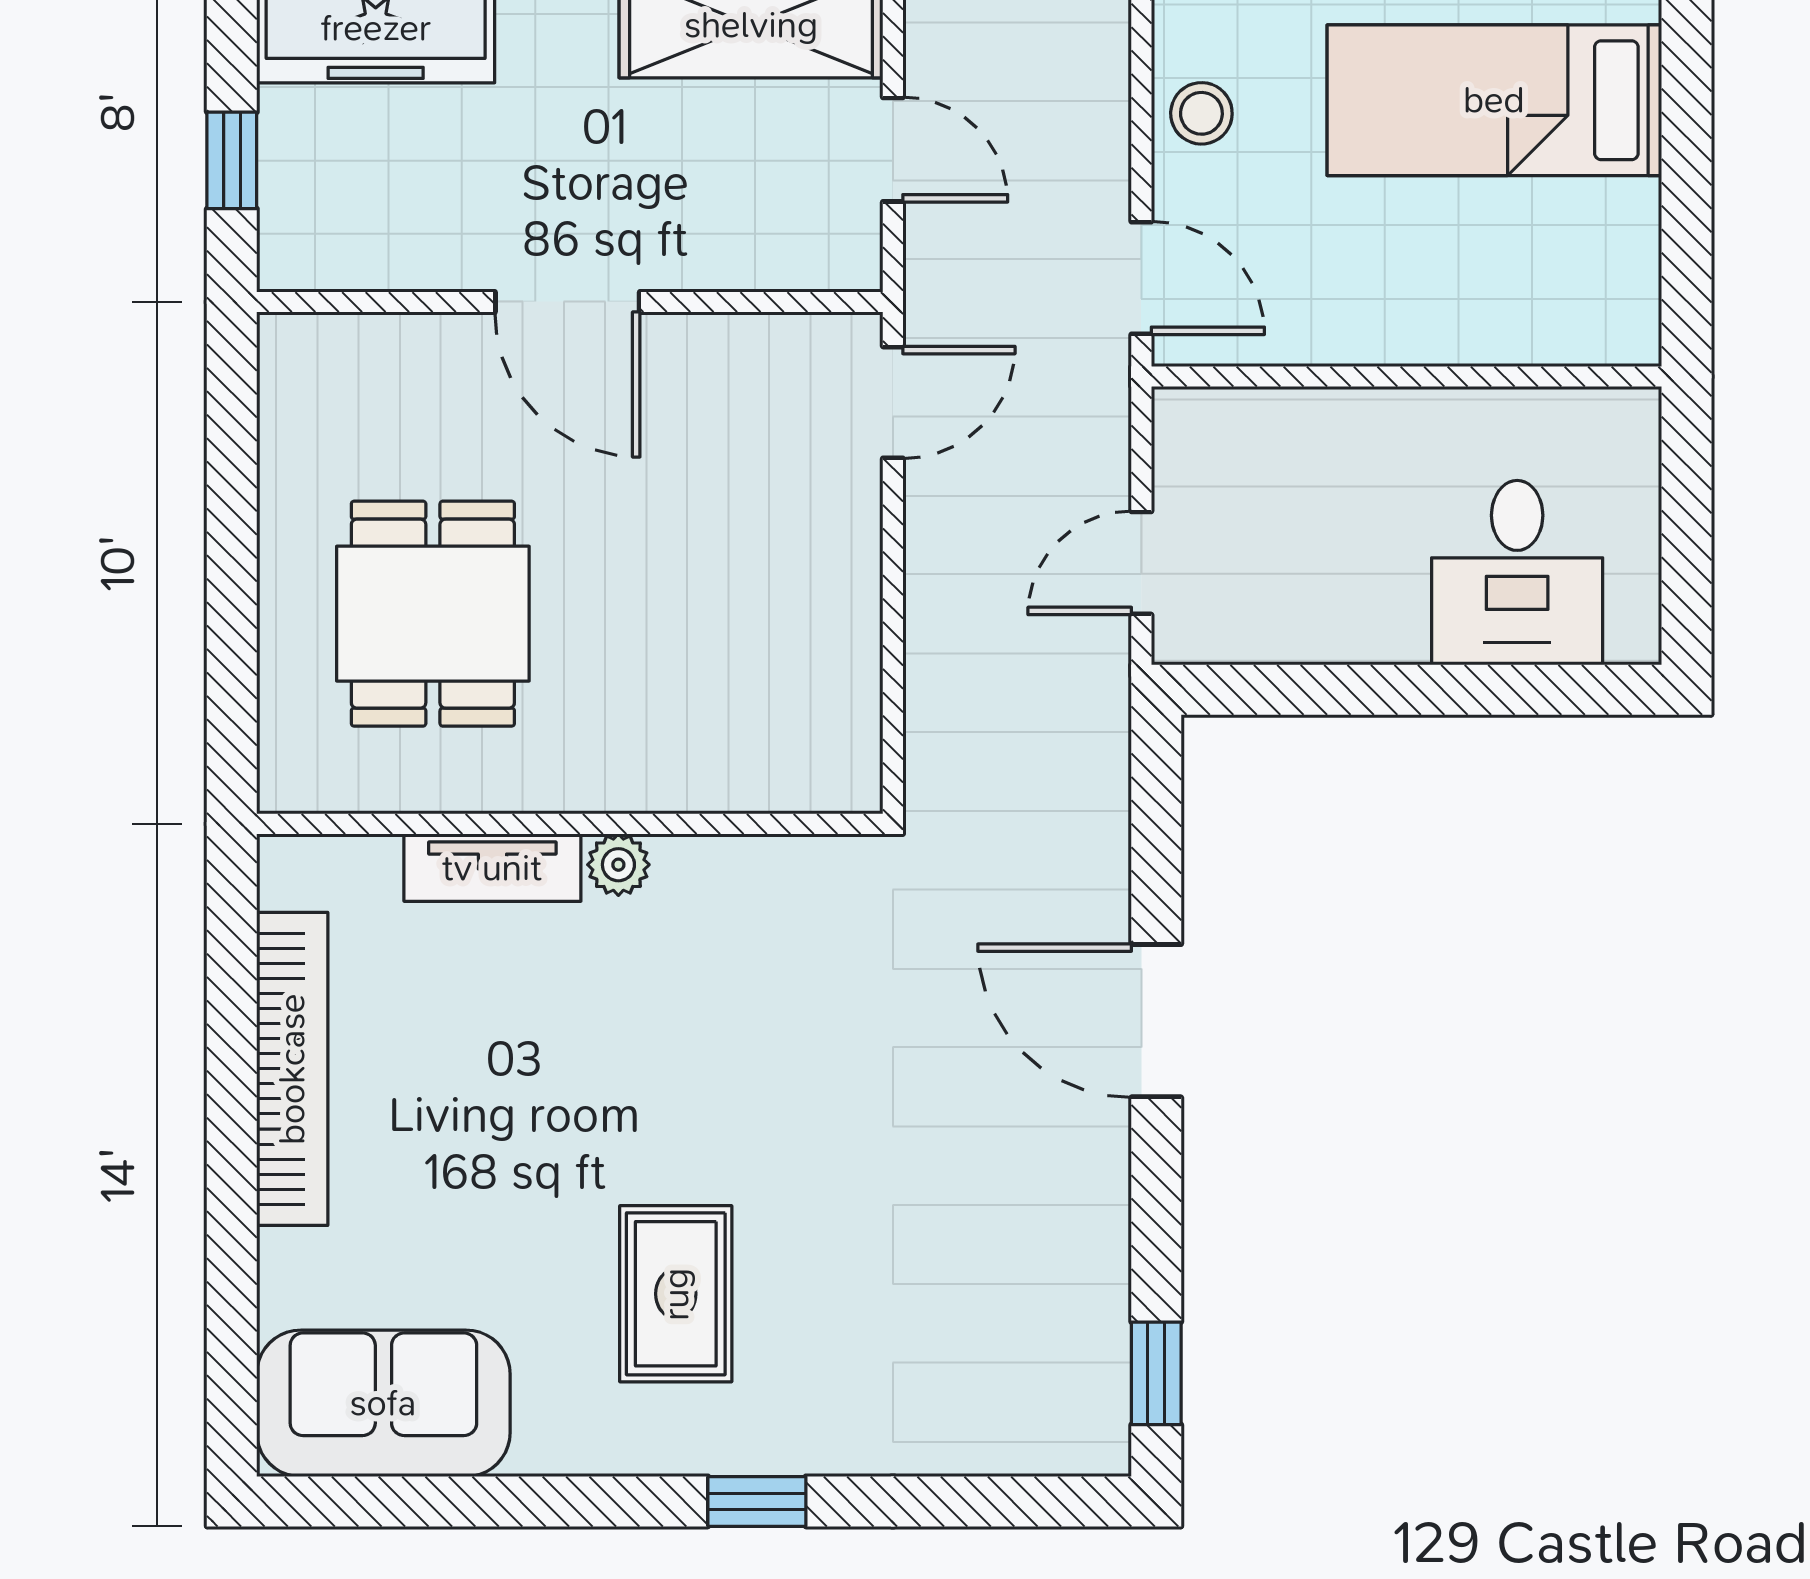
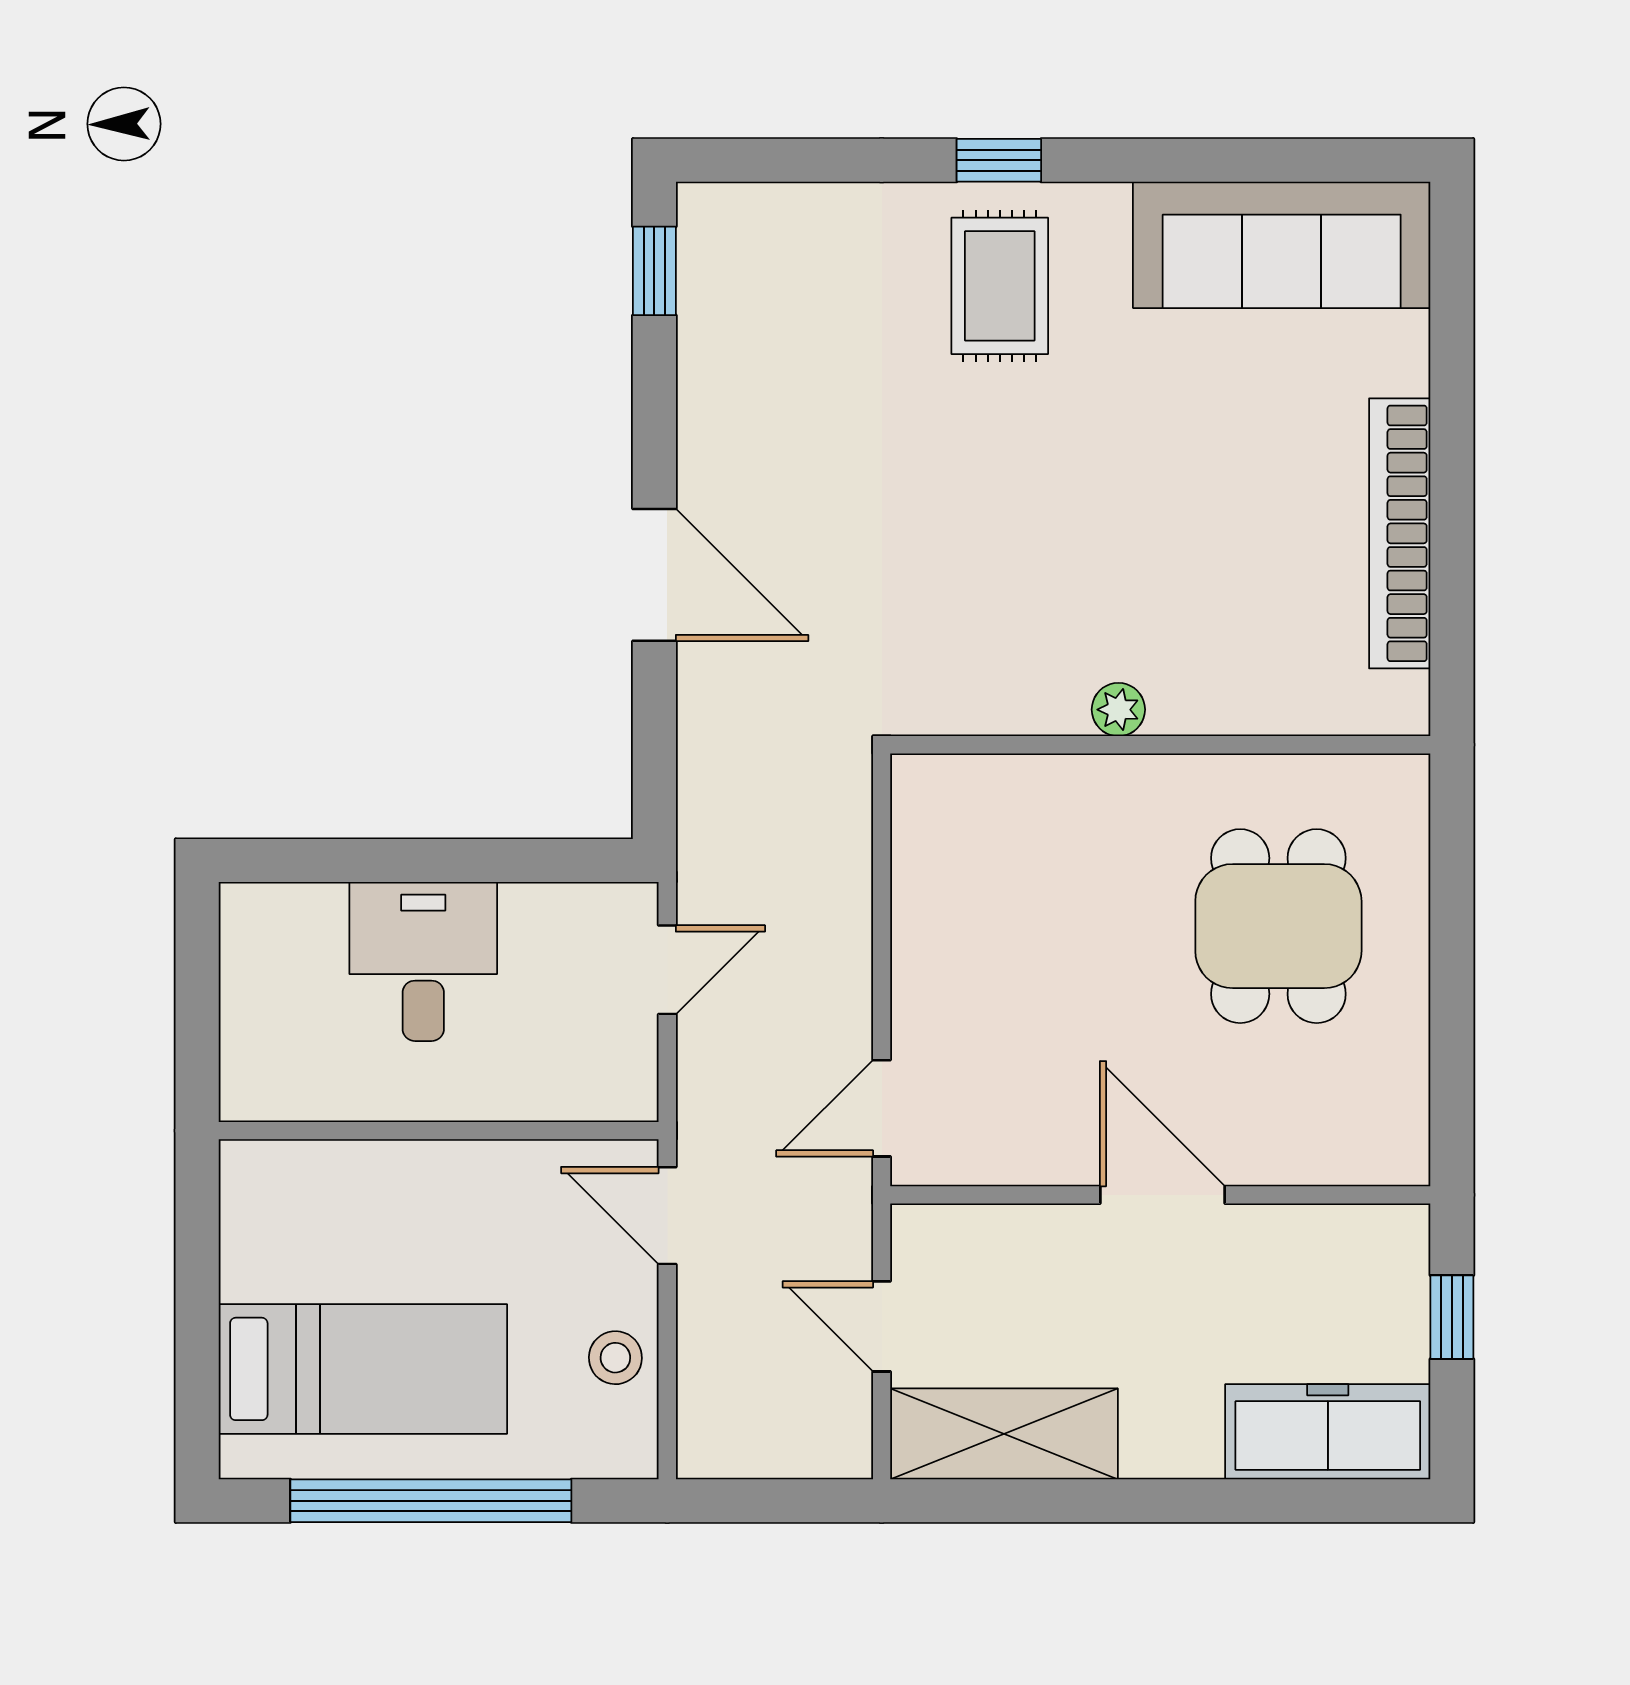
desk: (1517, 573) -> (423, 962), moved
tv unit: (492, 868) -> (1227, 707), removed
rug: (676, 1294) -> (1000, 286), moved
sofa: (383, 1403) -> (1282, 245), width x1.36

